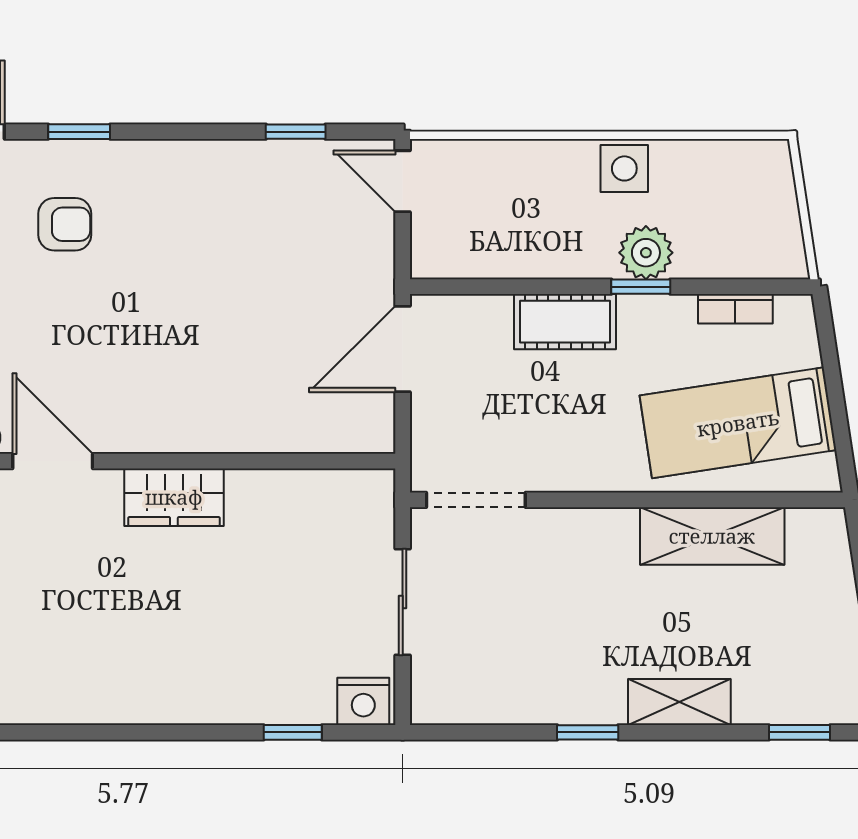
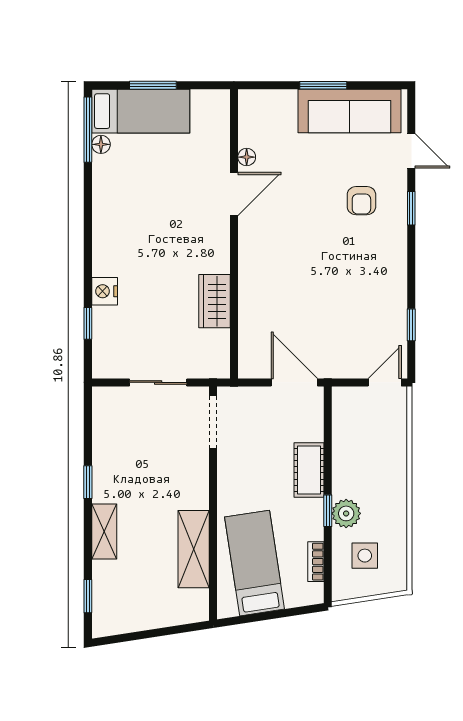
side table: (624, 168) -> (365, 556), moved
wardrobe: (174, 497) -> (215, 301), moved
nightstand: (363, 701) -> (105, 291), moved

